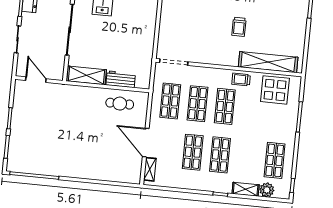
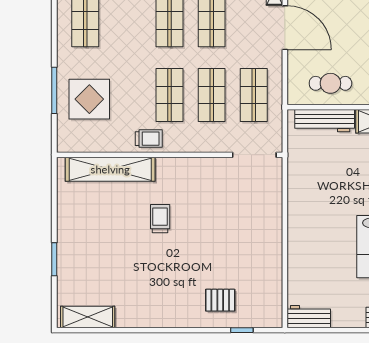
workbench: (121, 79) -> (325, 121), width x1.38
display table: (275, 90) -> (89, 99), moved

